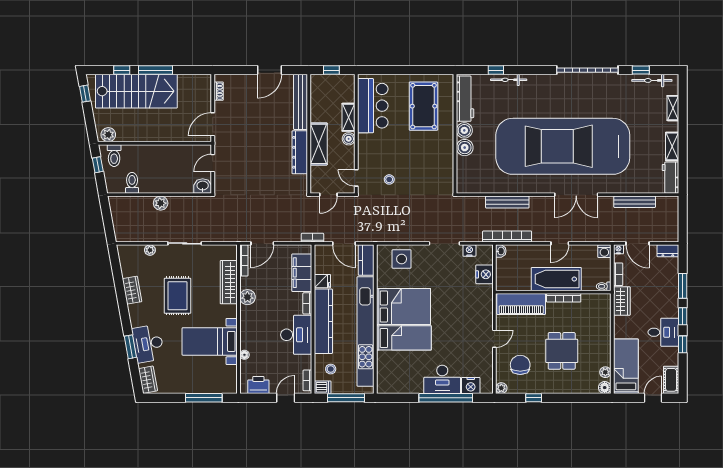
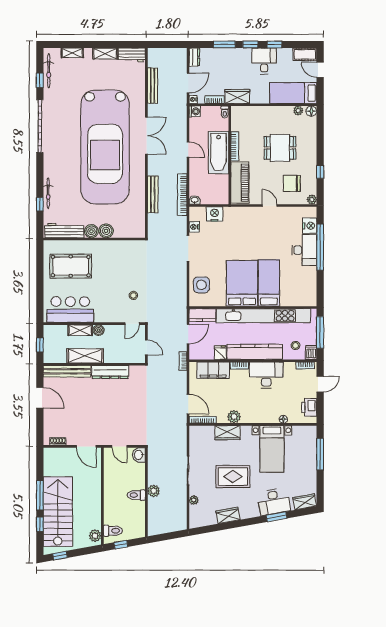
shelving: (319, 144) -> (85, 356), moved
toilet: (132, 183) -> (136, 495), moved
wardrobe: (229, 282) -> (227, 433), width x0.67
door: (286, 398) -> (320, 384), swing flipped

